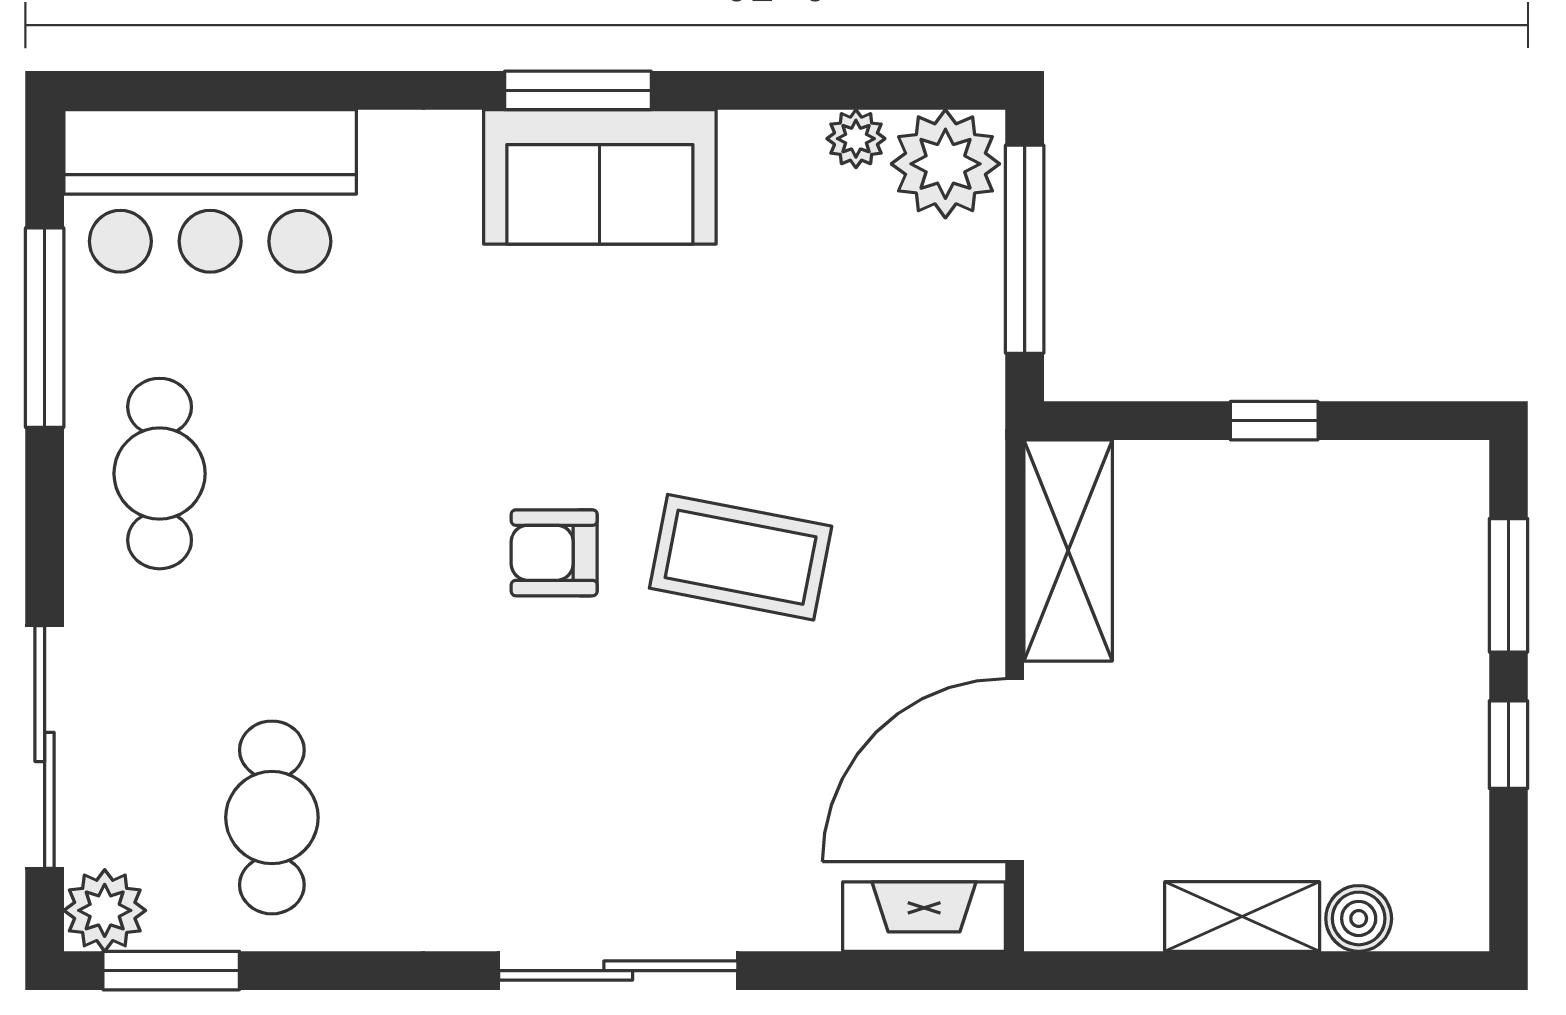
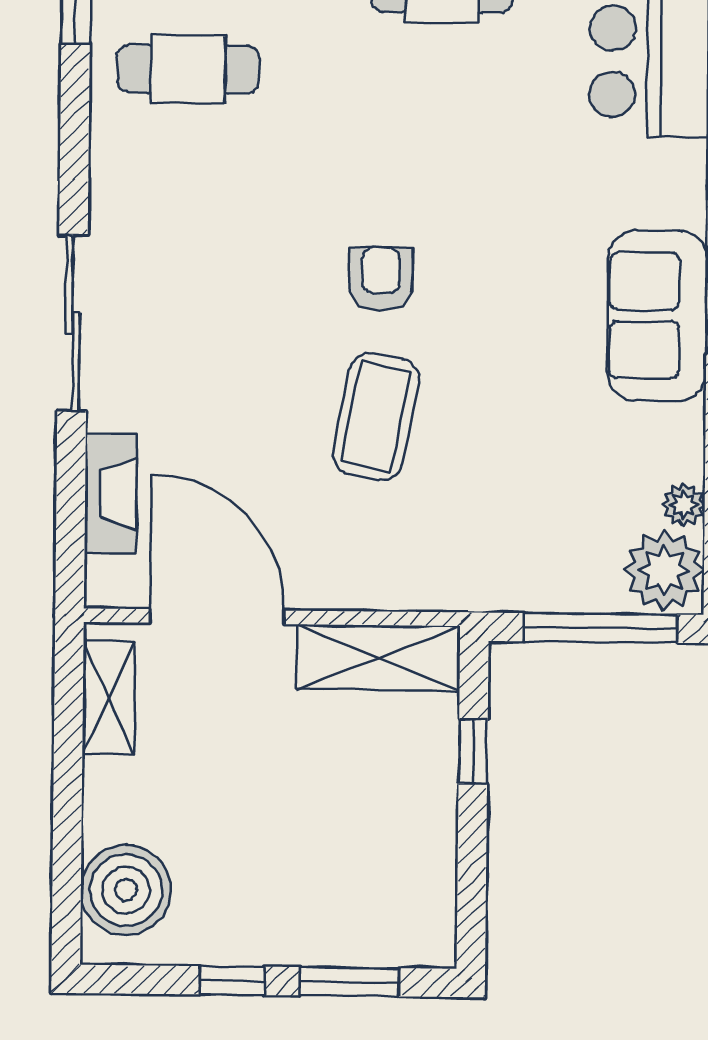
window: (1274, 421) -> (473, 751), moved
fireplace: (924, 917) -> (111, 494), moved
shelving: (1242, 917) -> (108, 698), moved
boiler: (1359, 918) -> (126, 890), width x1.86, depth x1.86

